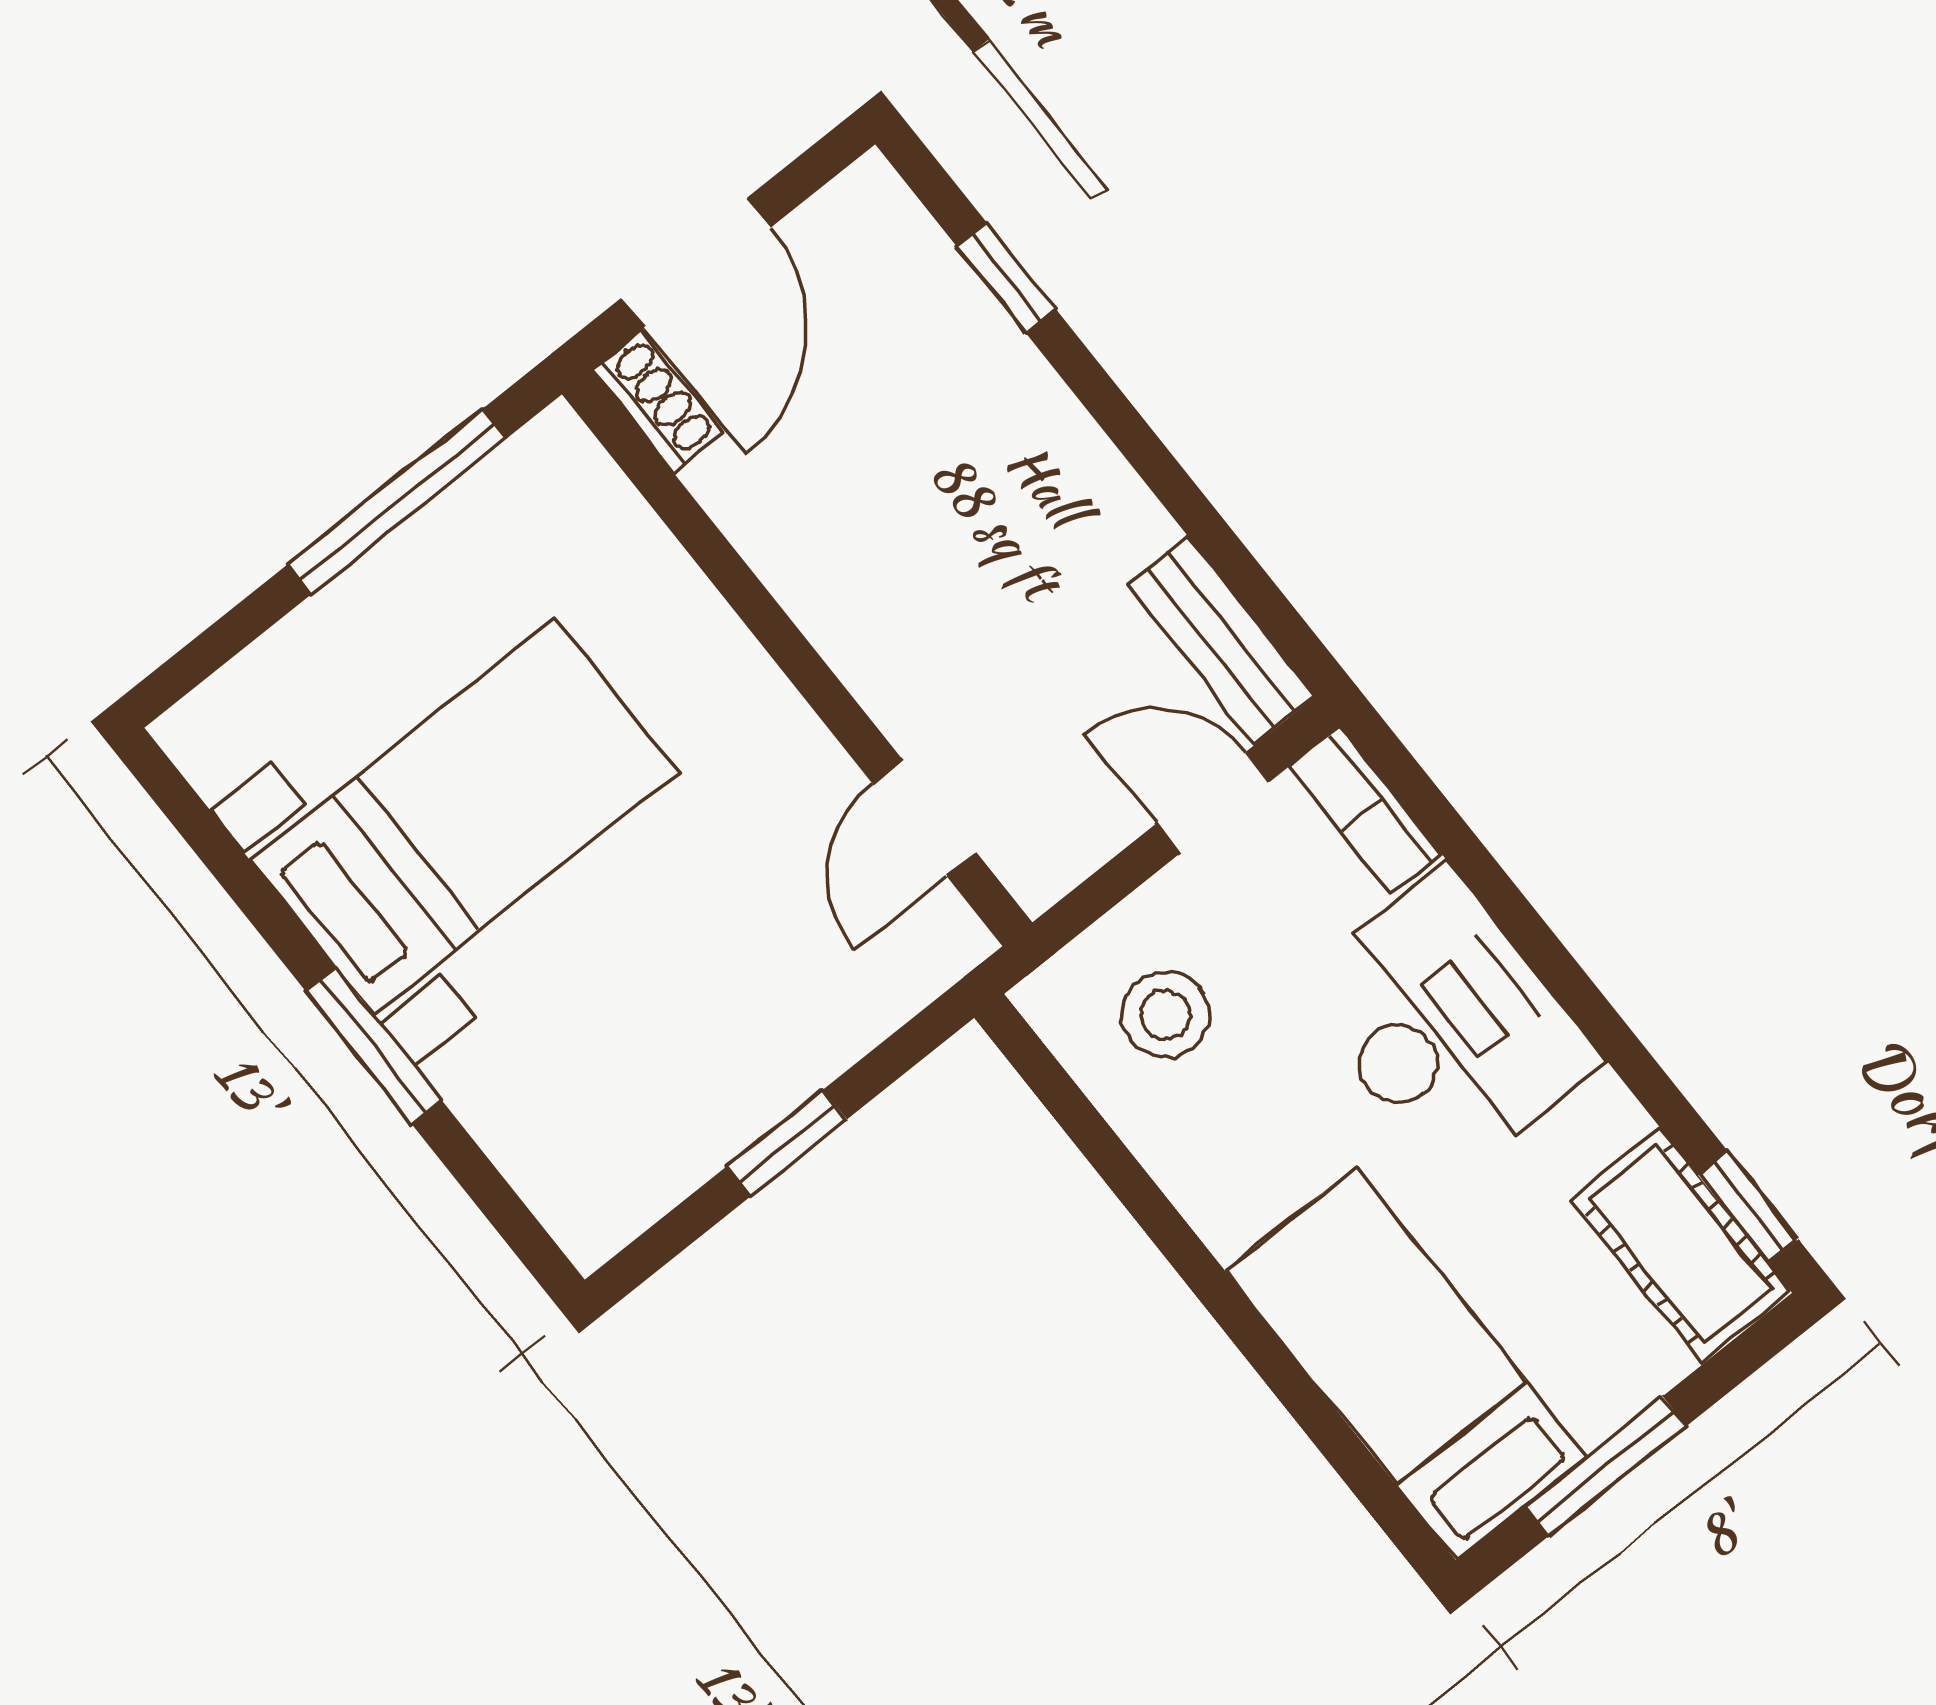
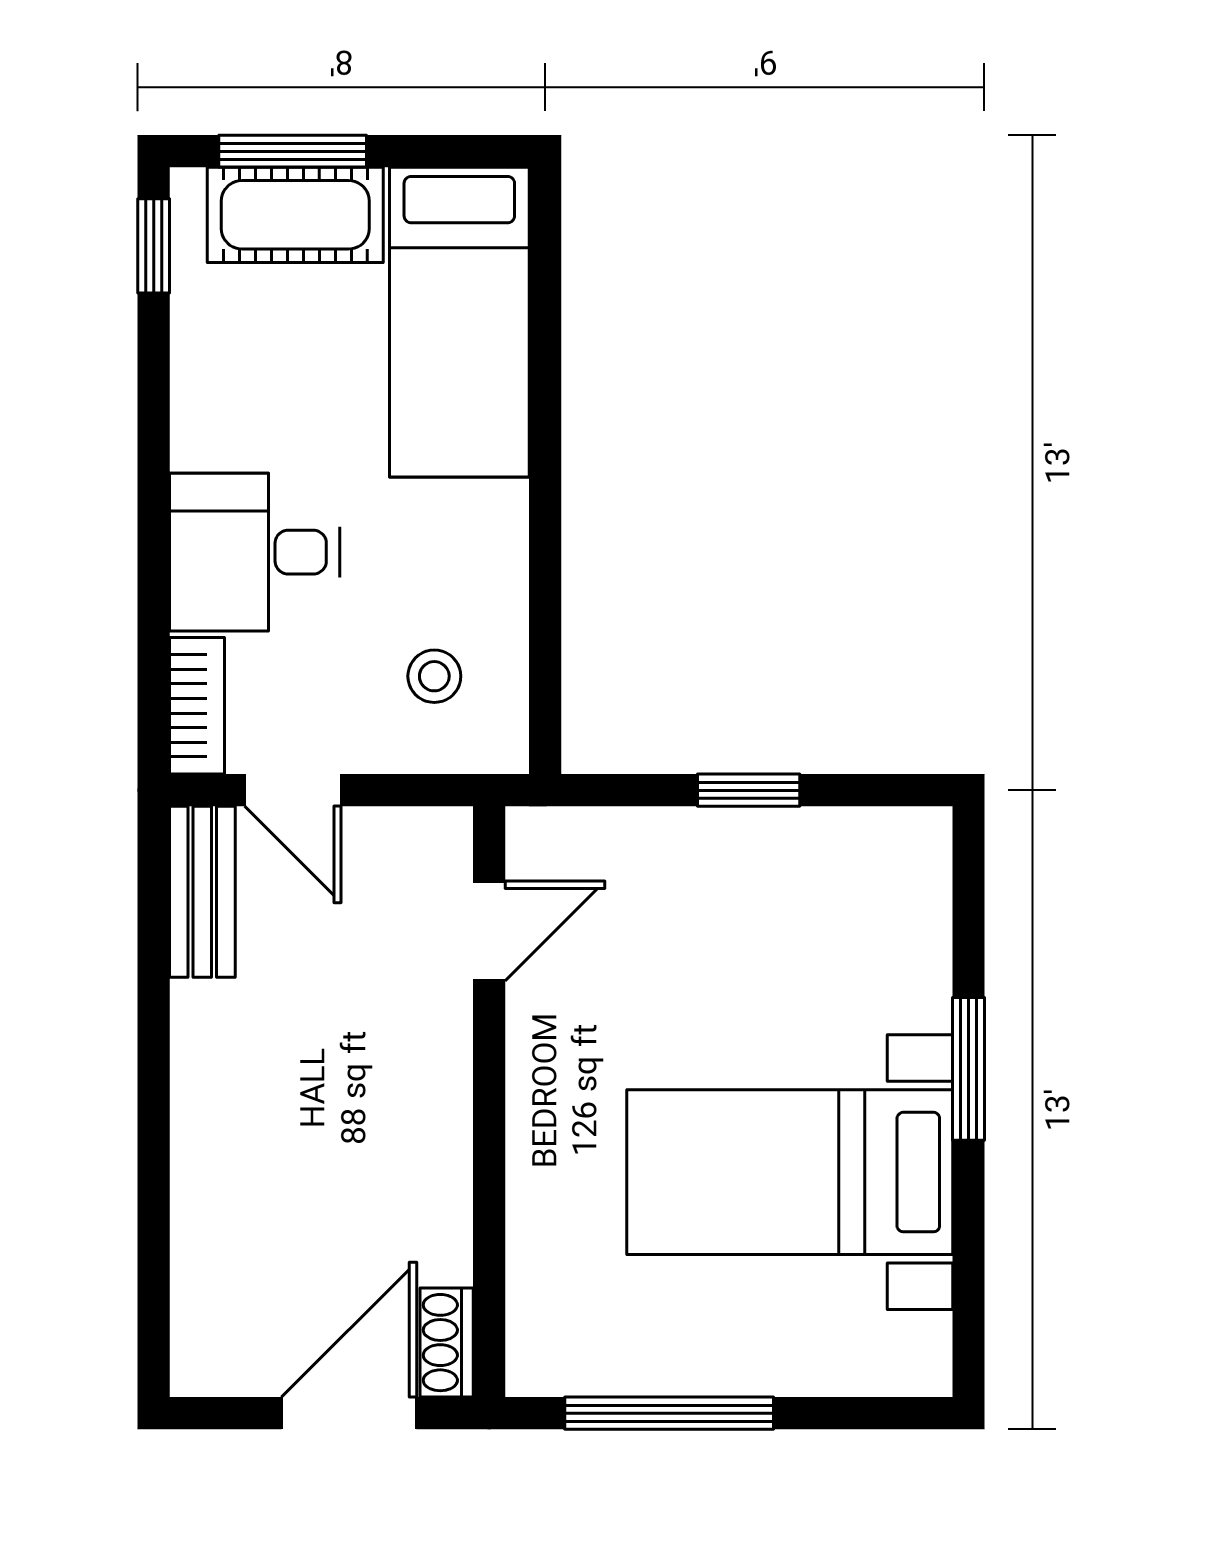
window: (1006, 278) -> (154, 1241), removed
stool: (1165, 1015) -> (434, 676), width x0.73, depth x0.73
desk: (1448, 1024) -> (255, 552), width x0.73
cot: (1681, 1245) -> (295, 215), moved, turned 90
window: (1606, 1466) -> (293, 151), moved

